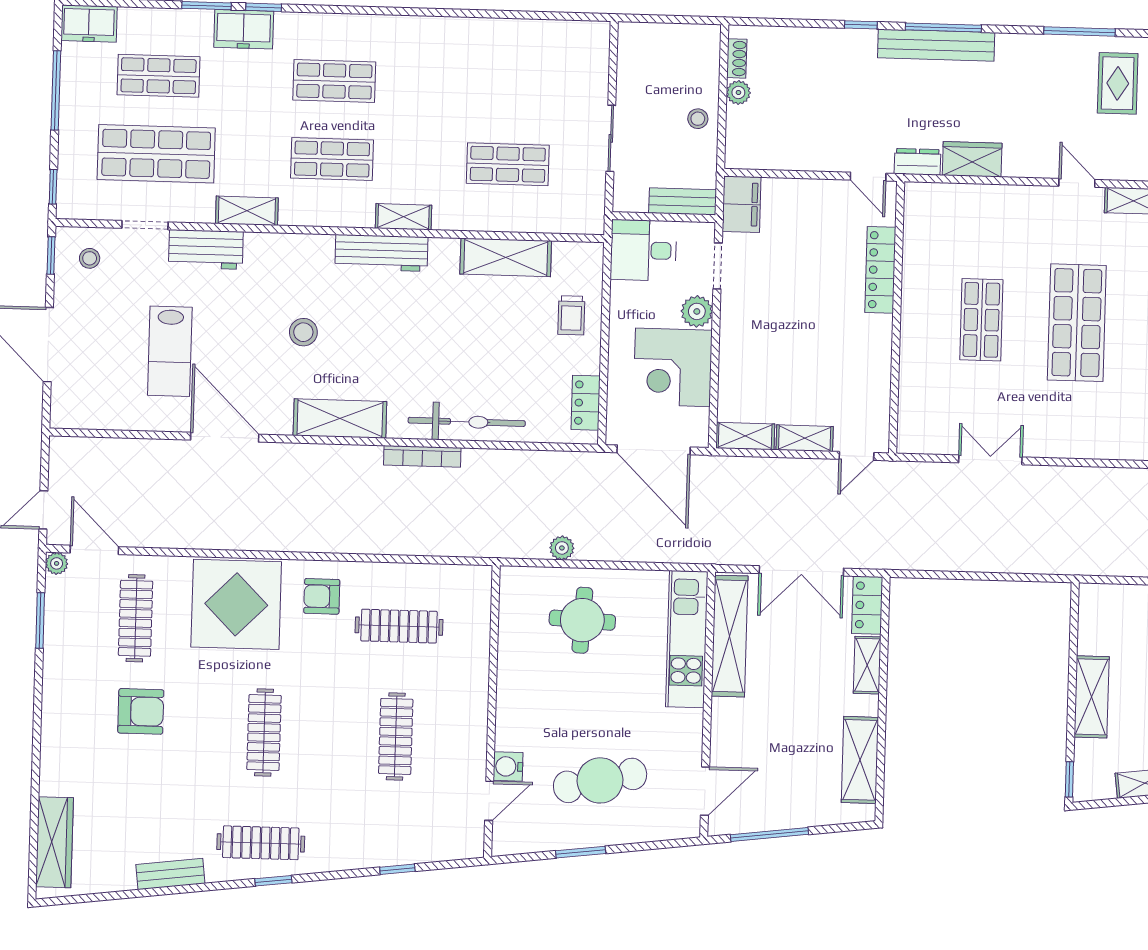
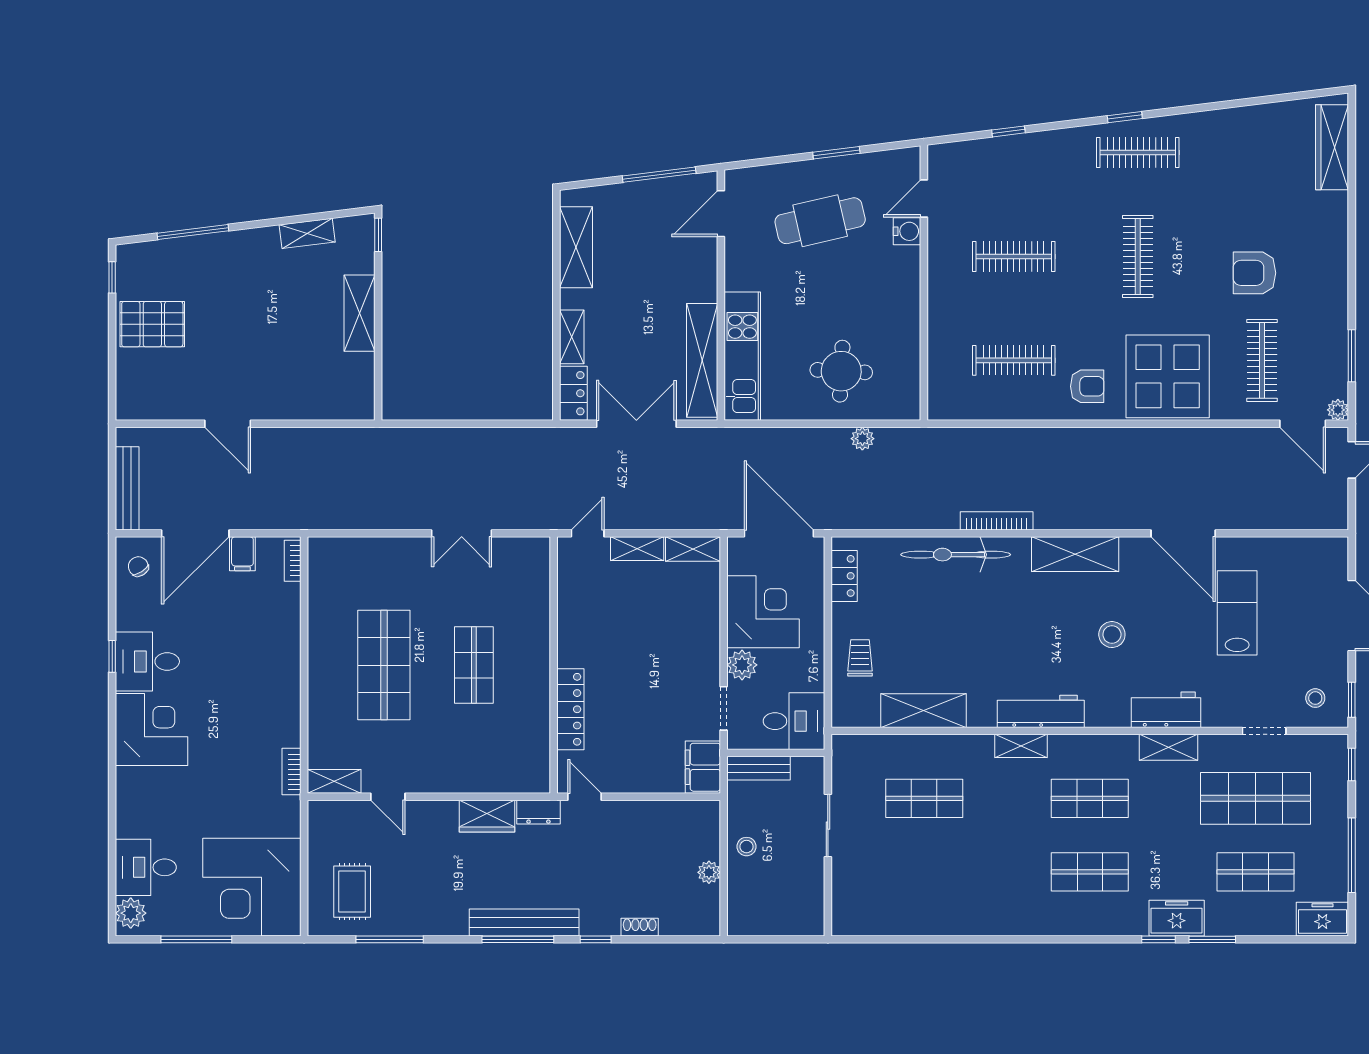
shoe rack: (737, 58) -> (640, 927), moved, turned 90
workbench: (206, 249) -> (1166, 710), moved
clothes rail: (396, 736) -> (1014, 256), turned 90
bench: (170, 874) -> (1222, 121), removed

